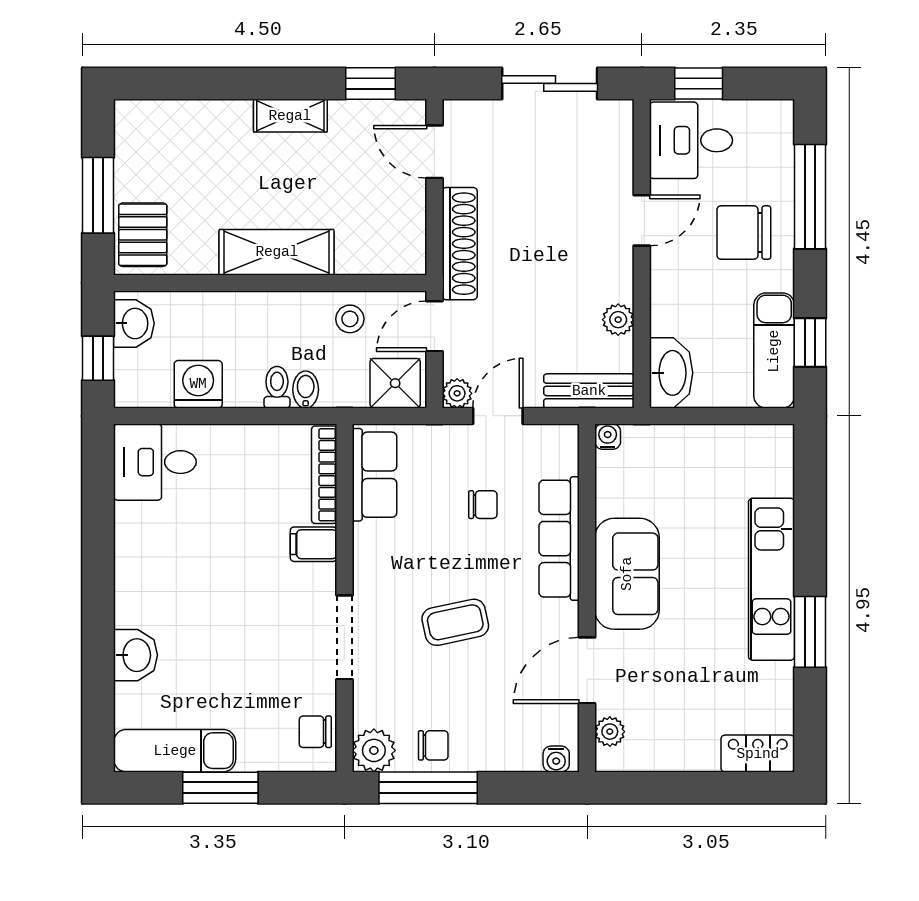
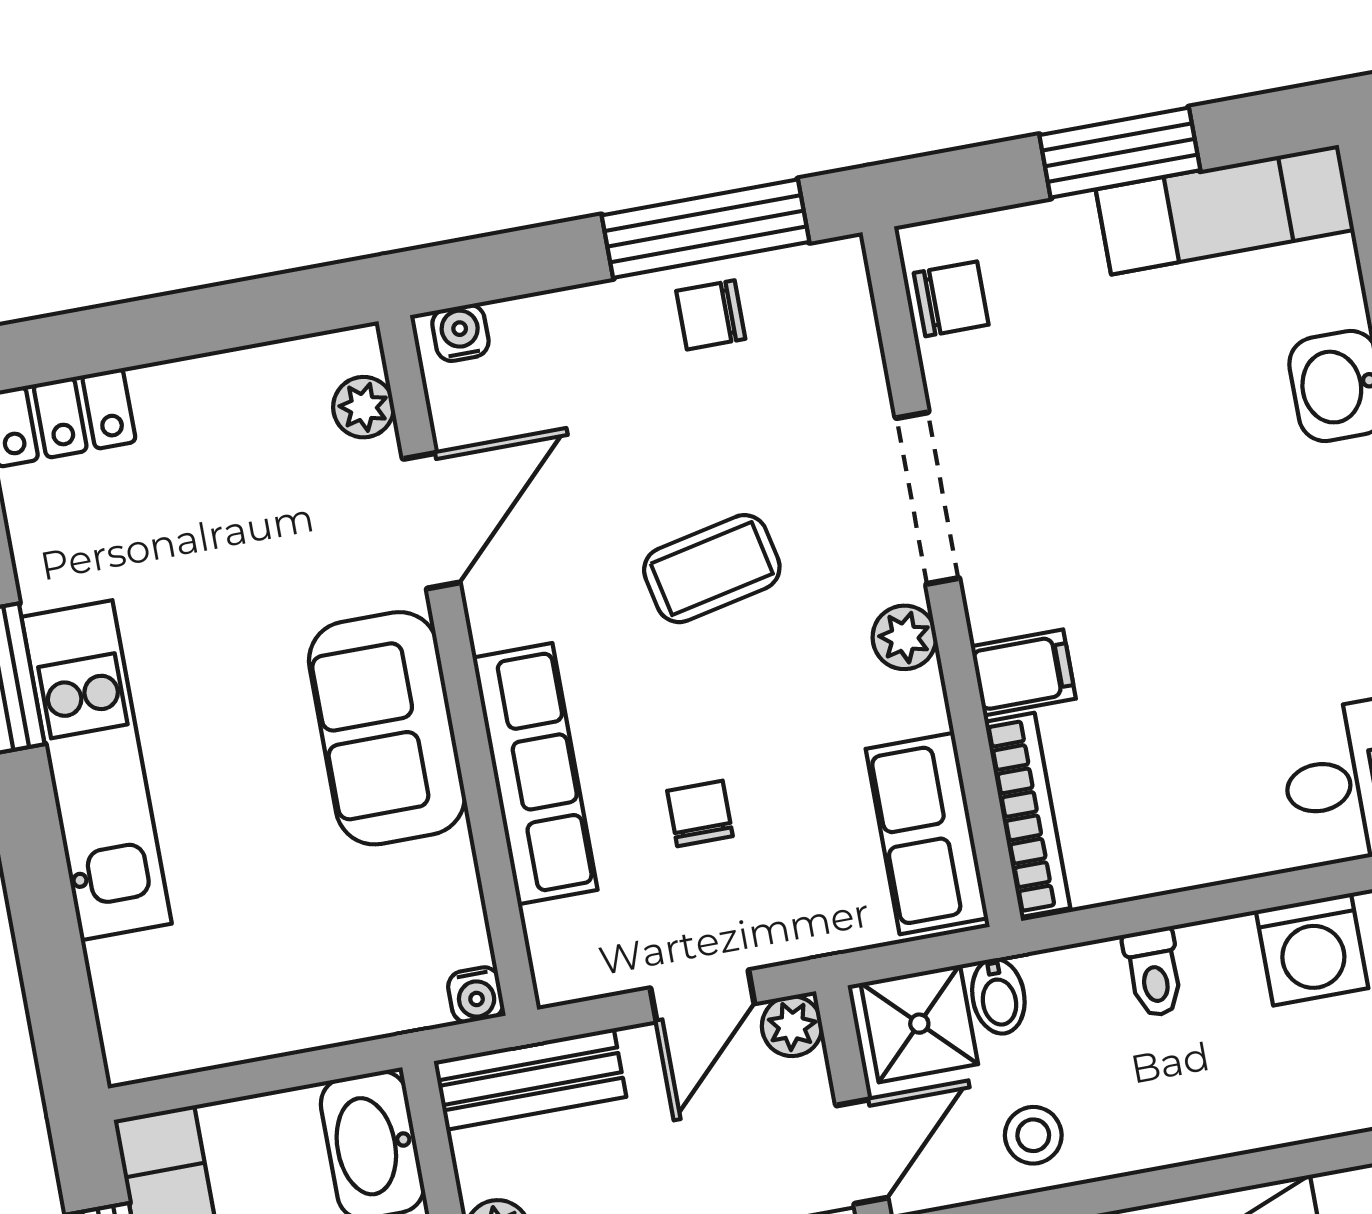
bidet: (306, 390) -> (998, 996), moved
chair: (483, 505) -> (700, 813), turned 90
plant: (374, 750) -> (904, 637), moved, width x0.73, depth x0.73

